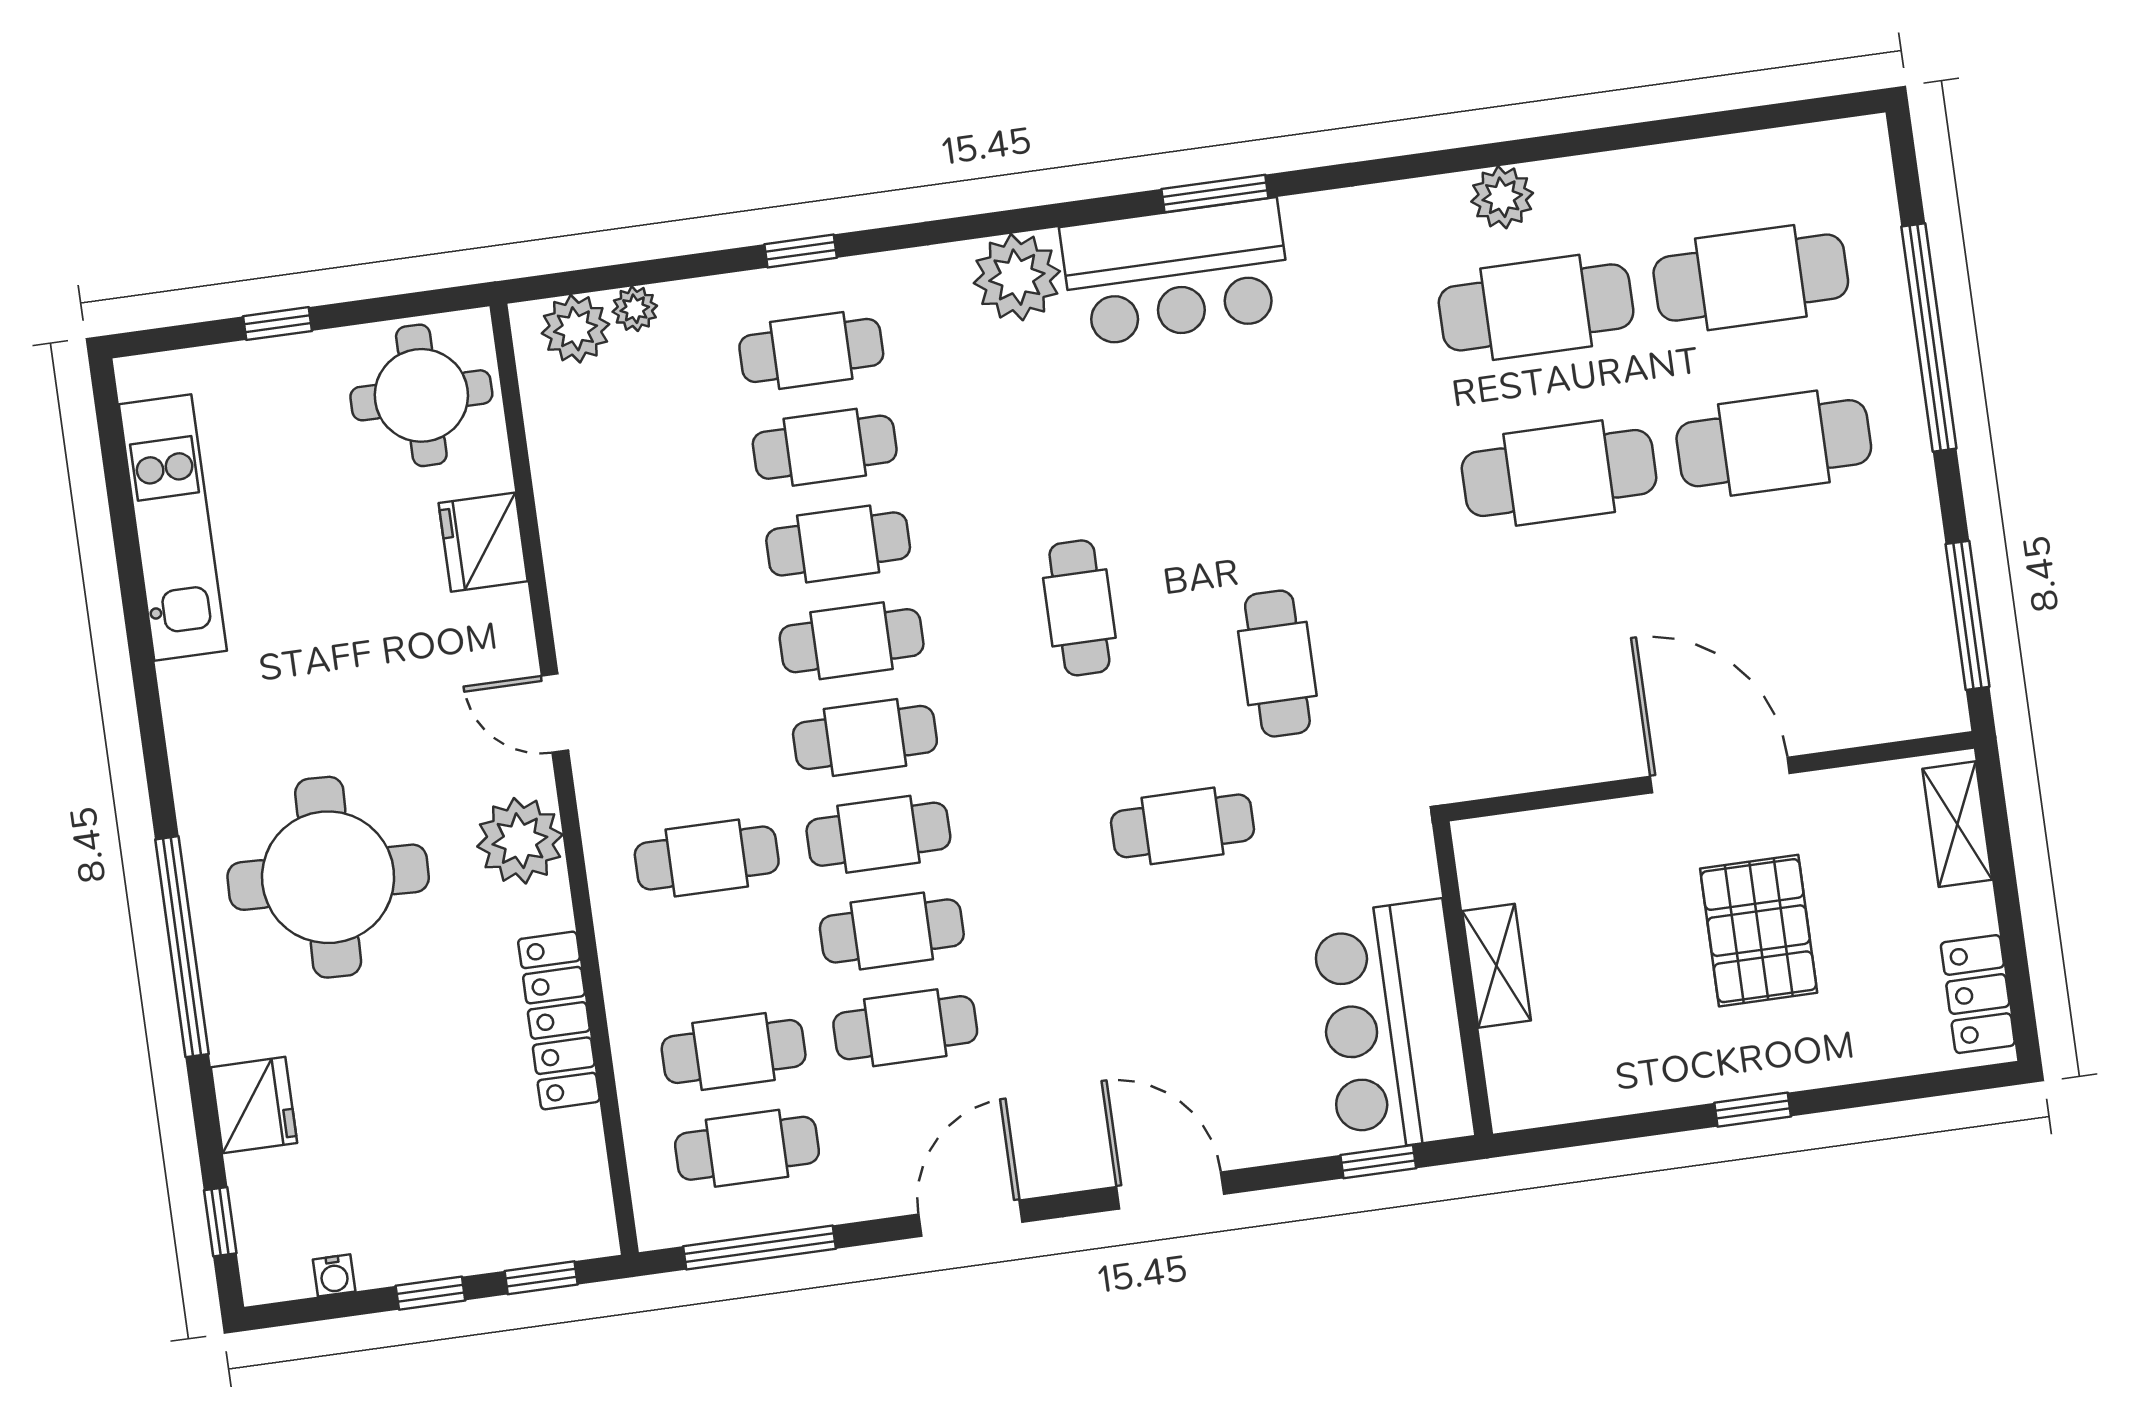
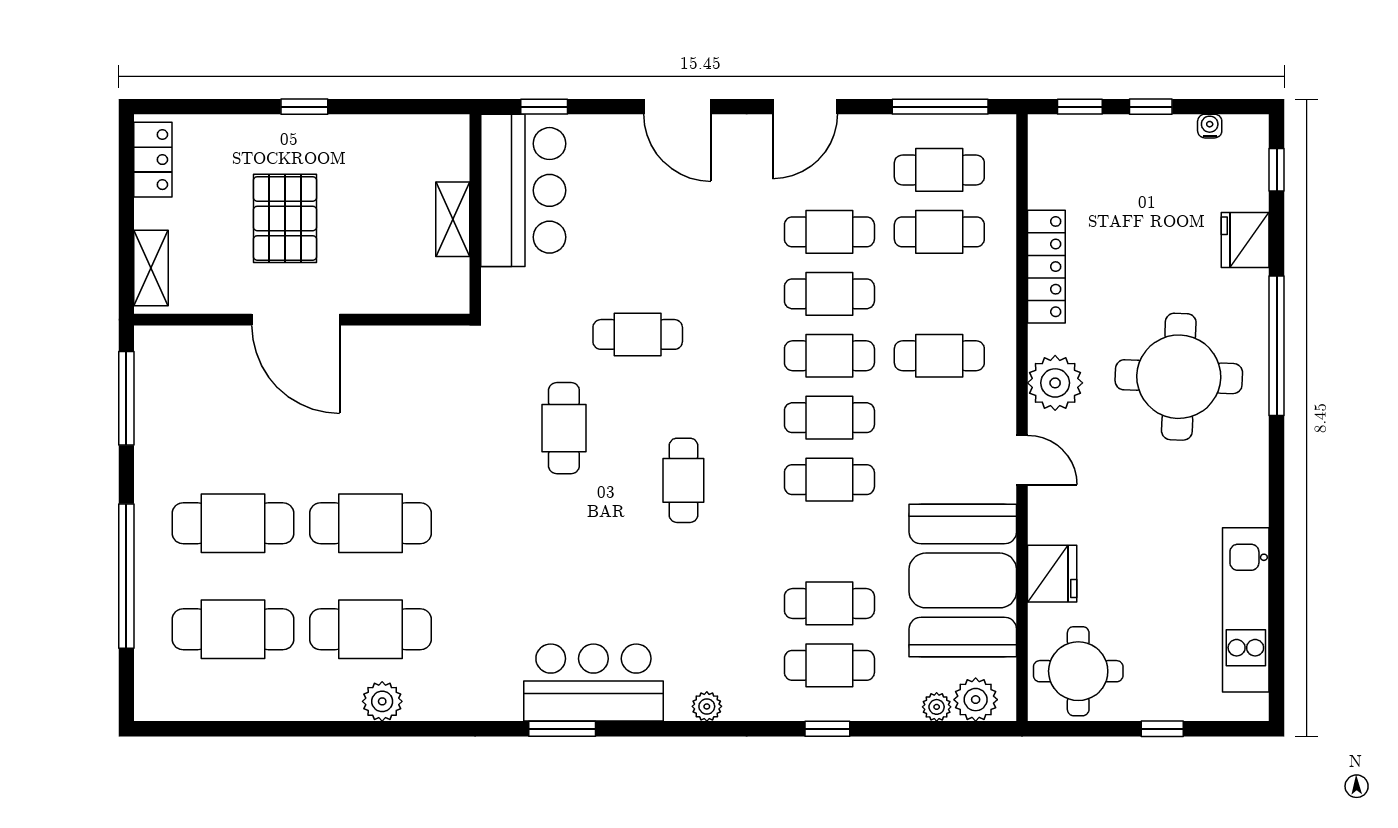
plant: (1017, 277) -> (707, 706), width x0.53, depth x0.53
booth: (621, 512) -> (963, 580), added
cafe table: (838, 544) -> (829, 542), removed

